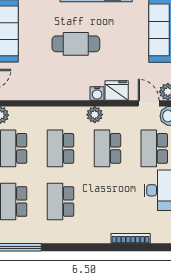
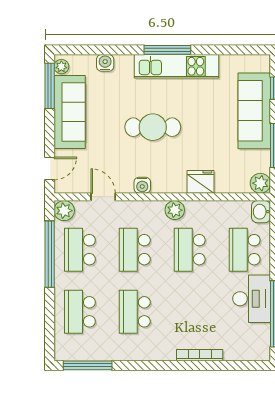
water cooler: (97, 93) -> (142, 185), moved
door: (149, 103) -> (103, 197), moved
bookcase: (131, 238) -> (200, 355), moved

